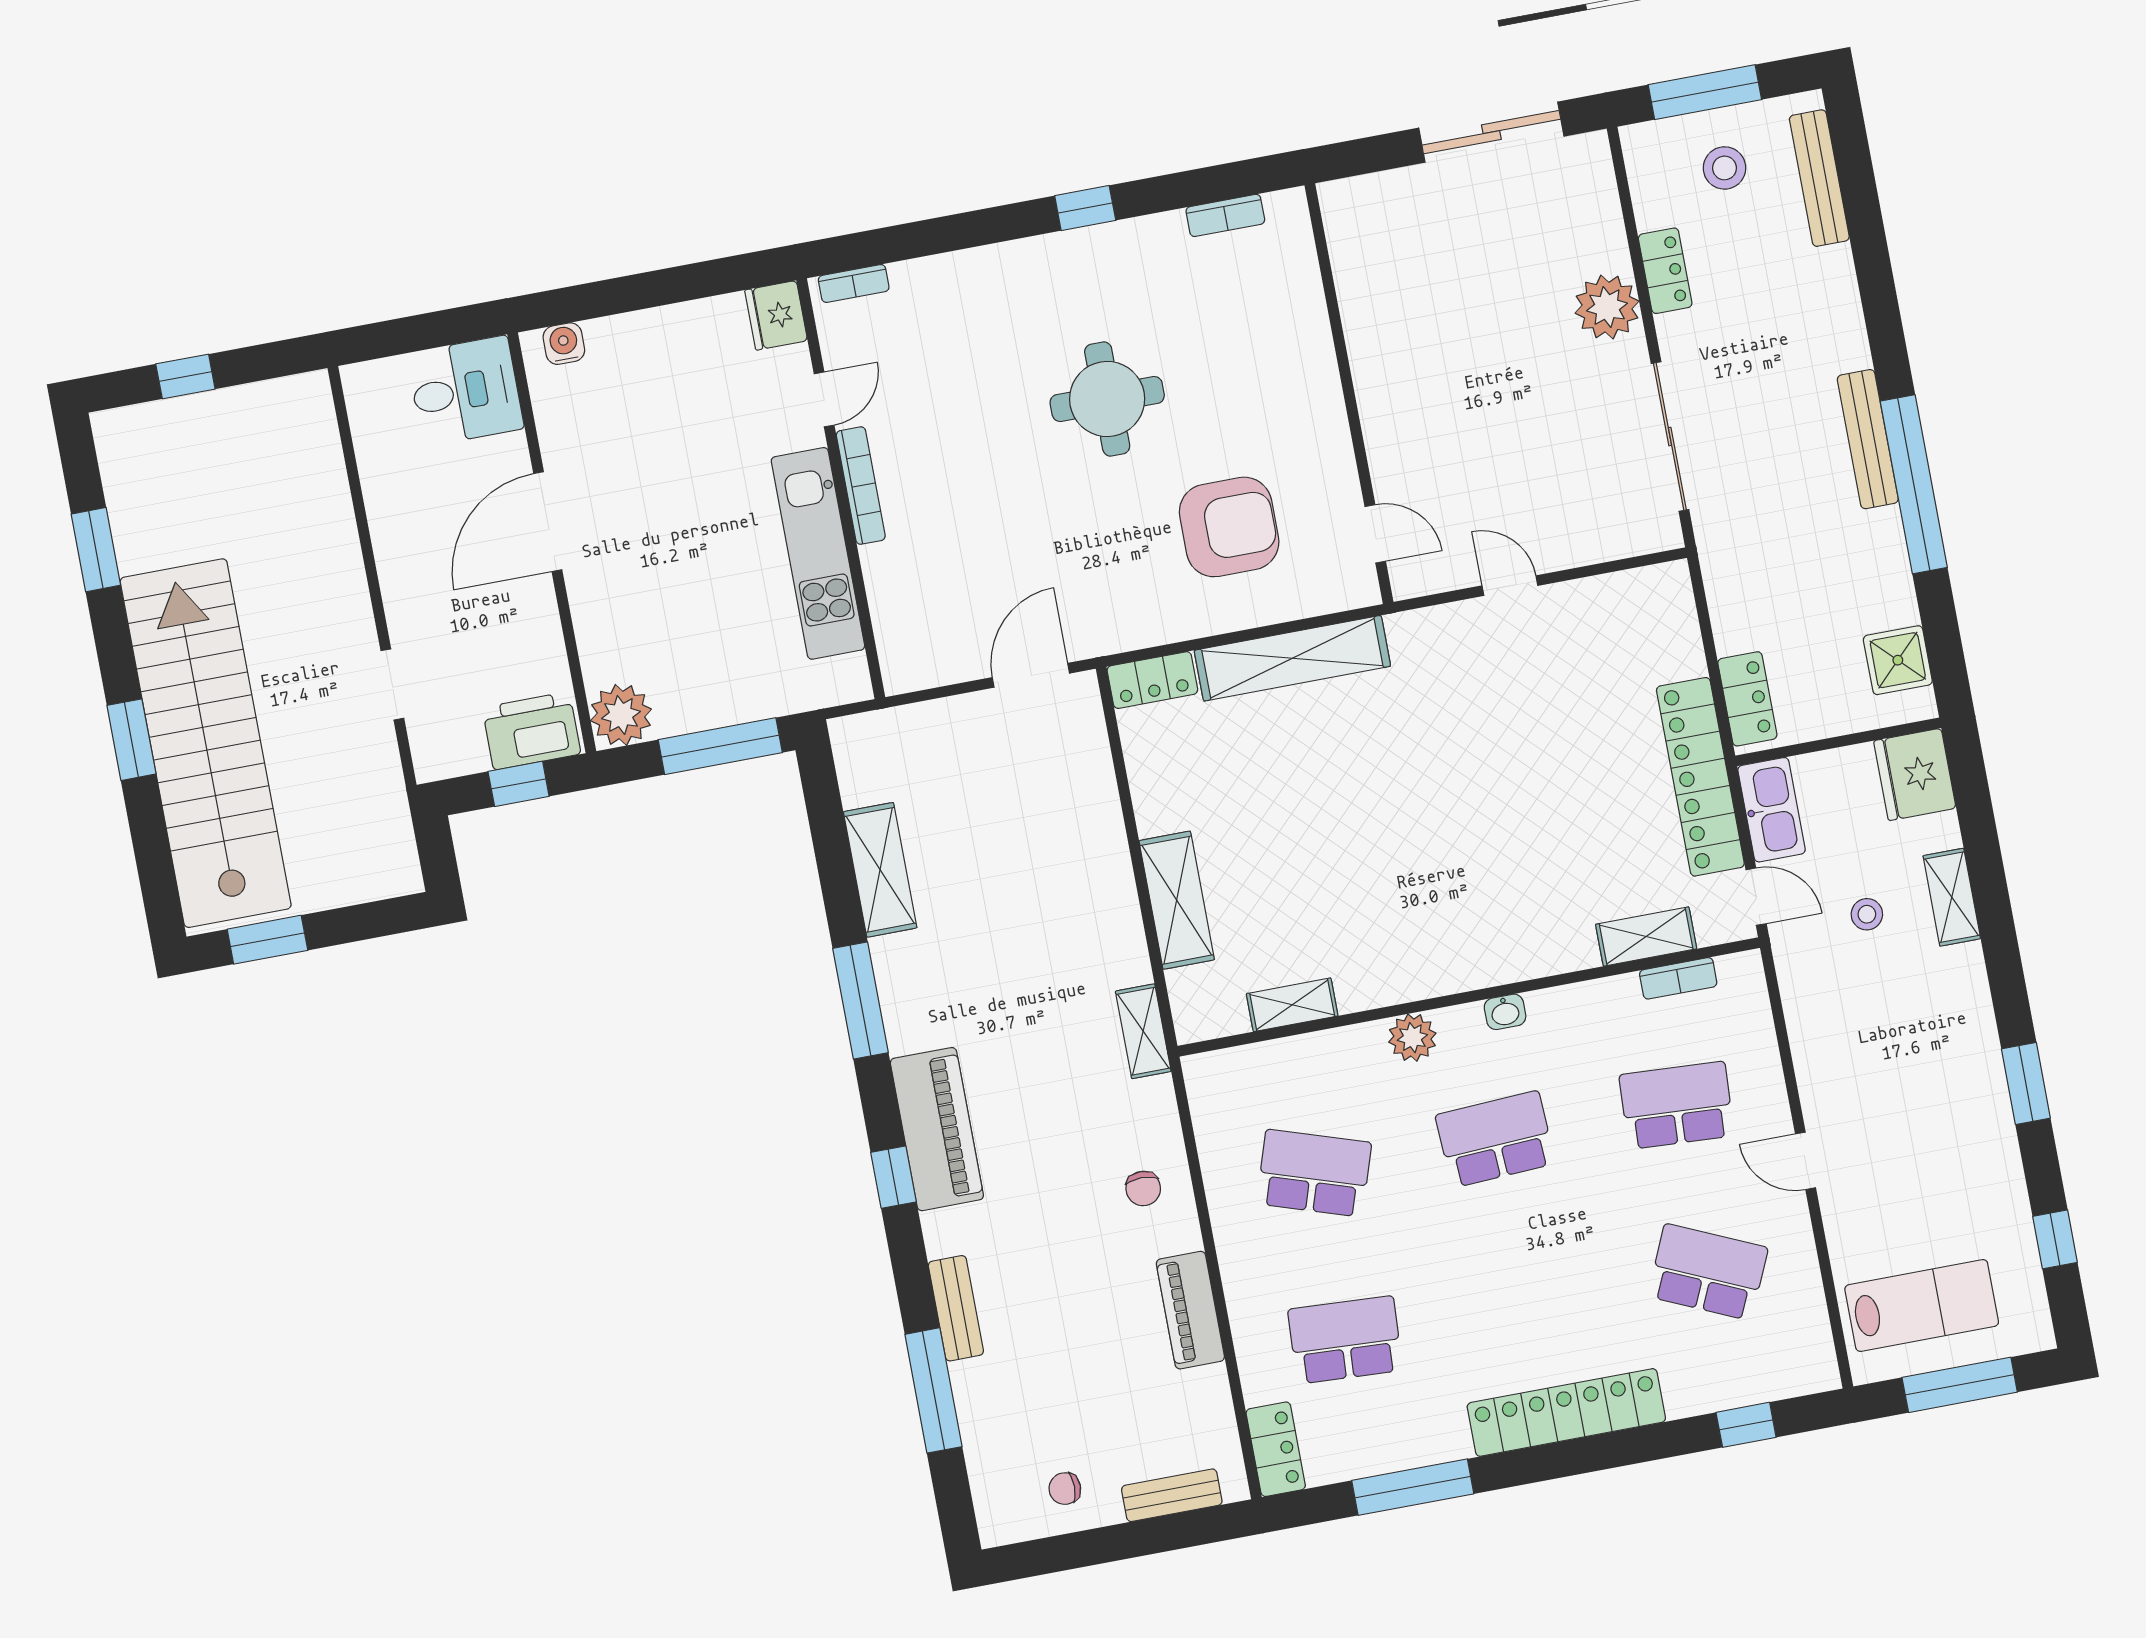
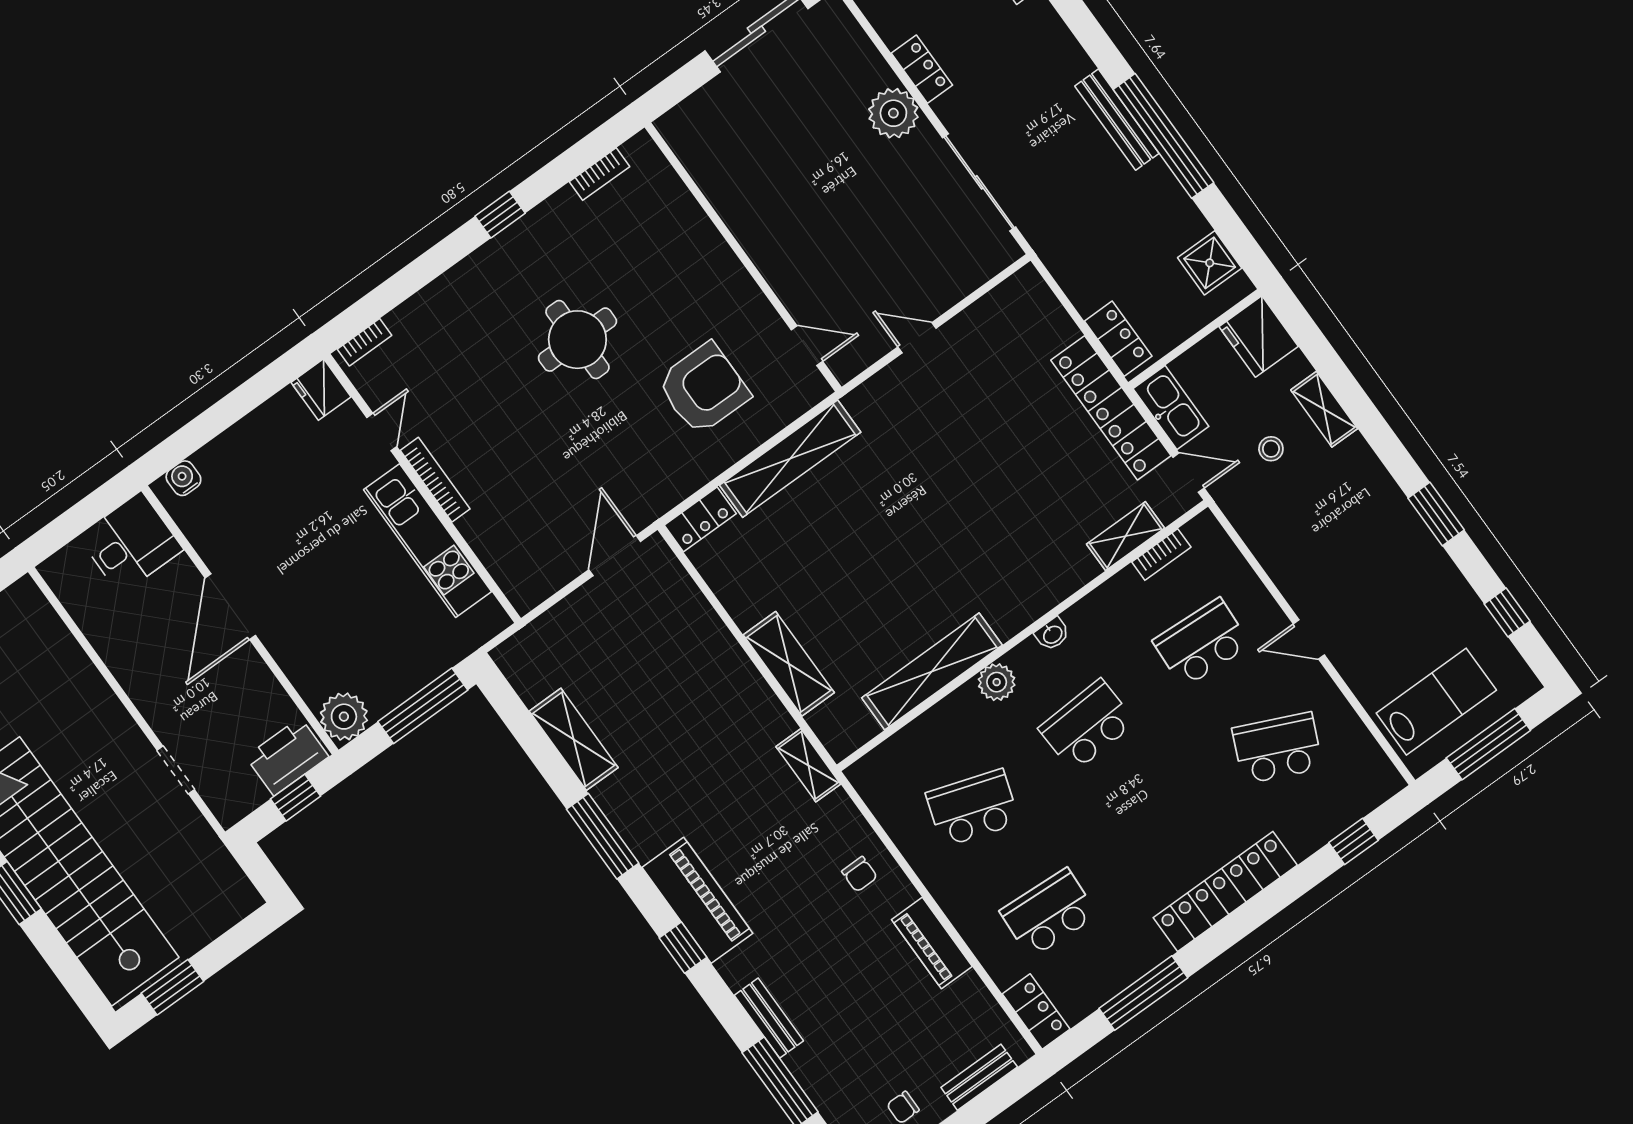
shelving: (1292, 1005) -> (932, 671), width x2.20, depth x1.33

